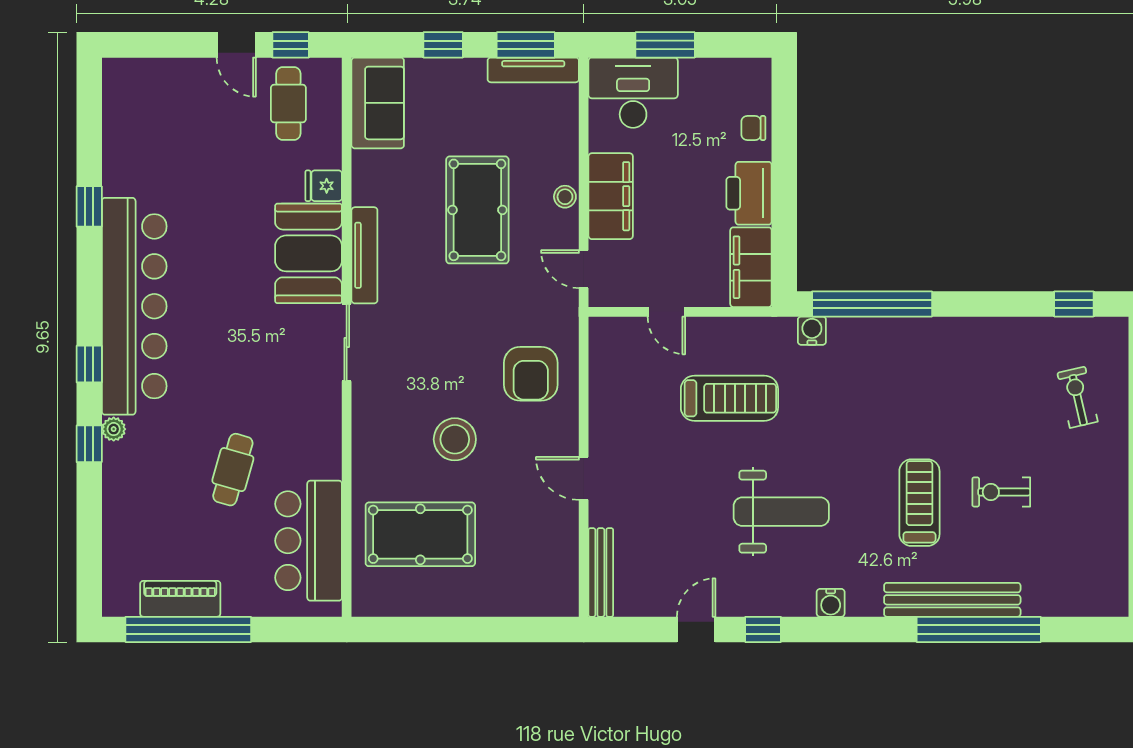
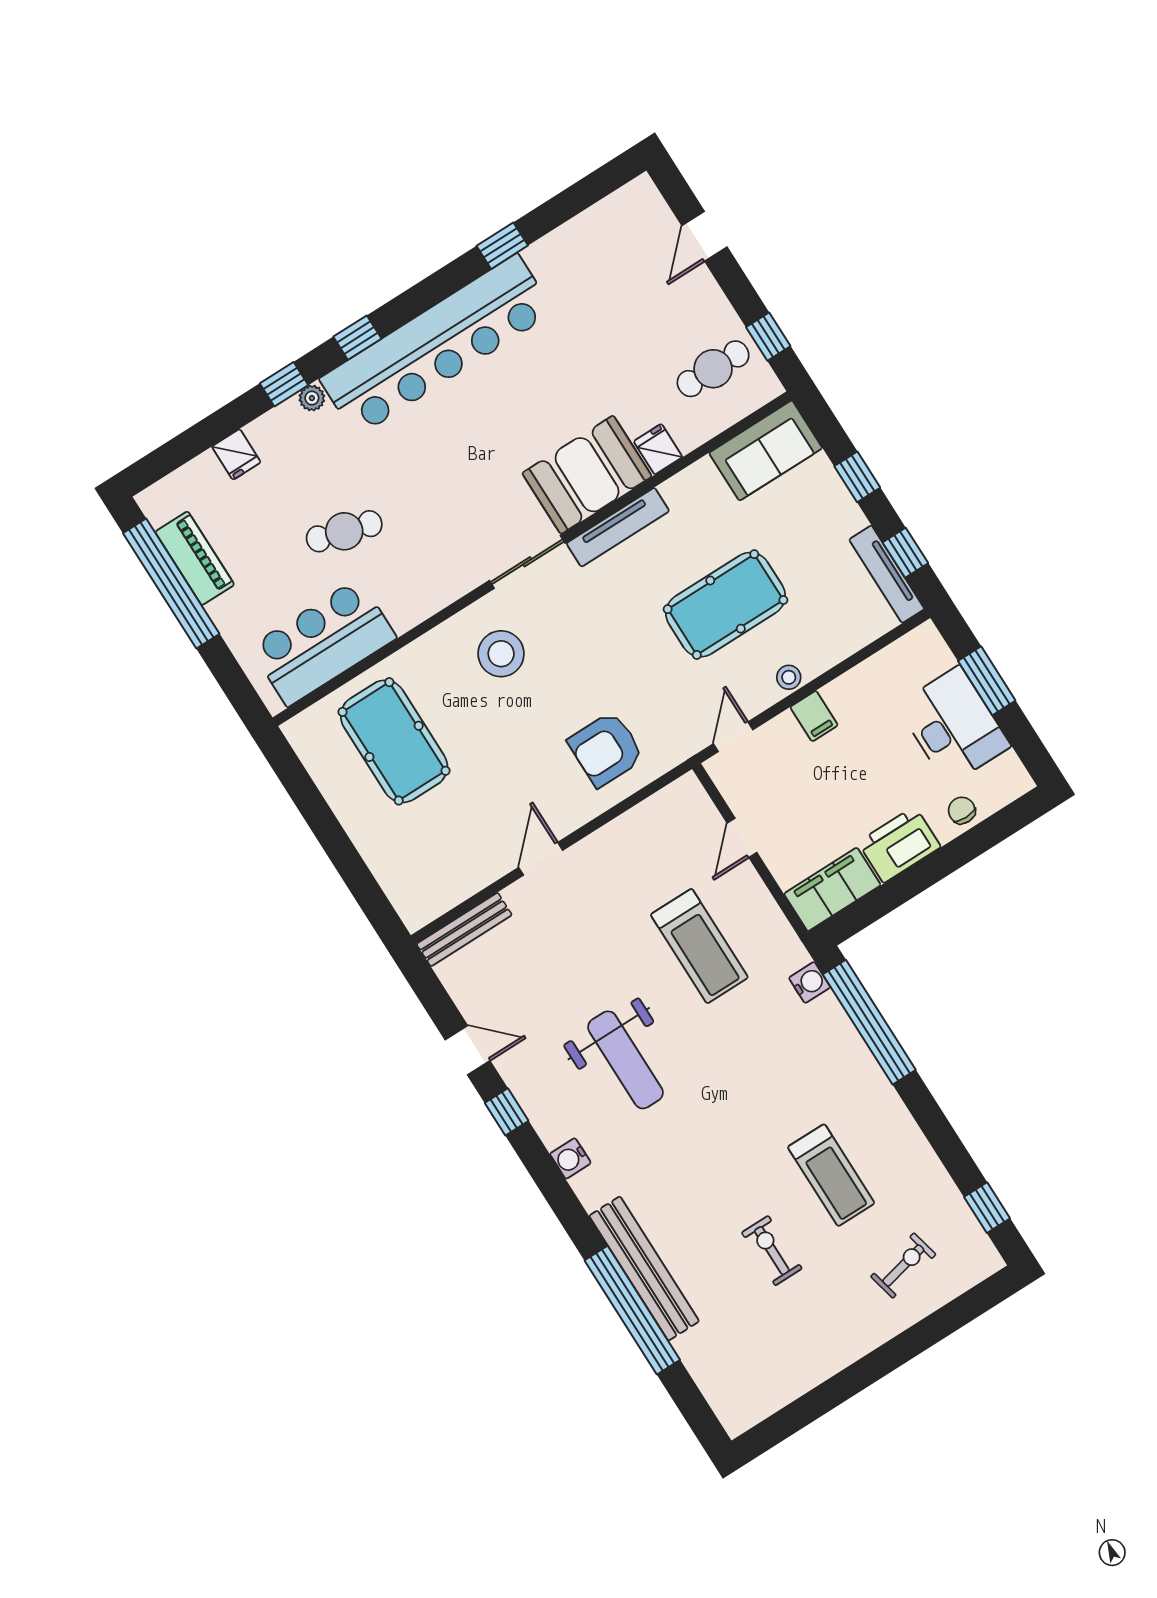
door: (236, 45) -> (705, 236), moved
window: (526, 45) -> (905, 553), width x0.67
desk: (633, 93) -> (954, 726), moved
filing cabinet: (611, 196) -> (814, 716), width x0.33, depth x0.86
stool: (455, 439) -> (501, 654), moved
treadmill: (919, 503) -> (831, 1175), moved, turned 90
fridge: (120, 515) -> (236, 454), added

